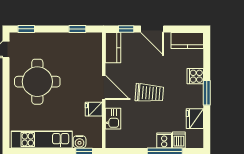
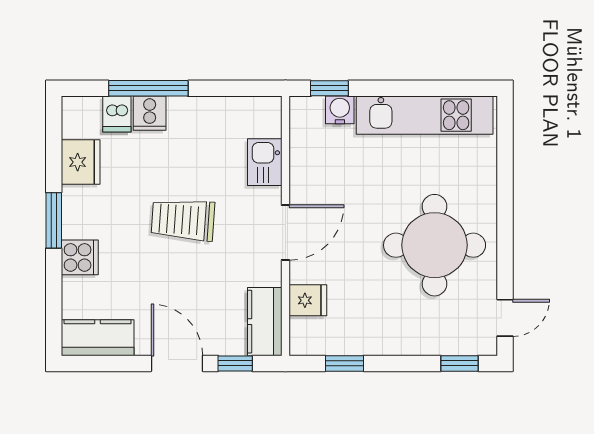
door: (104, 87) -> (285, 233), swing flipped
fridge: (94, 109) -> (308, 300), moved

